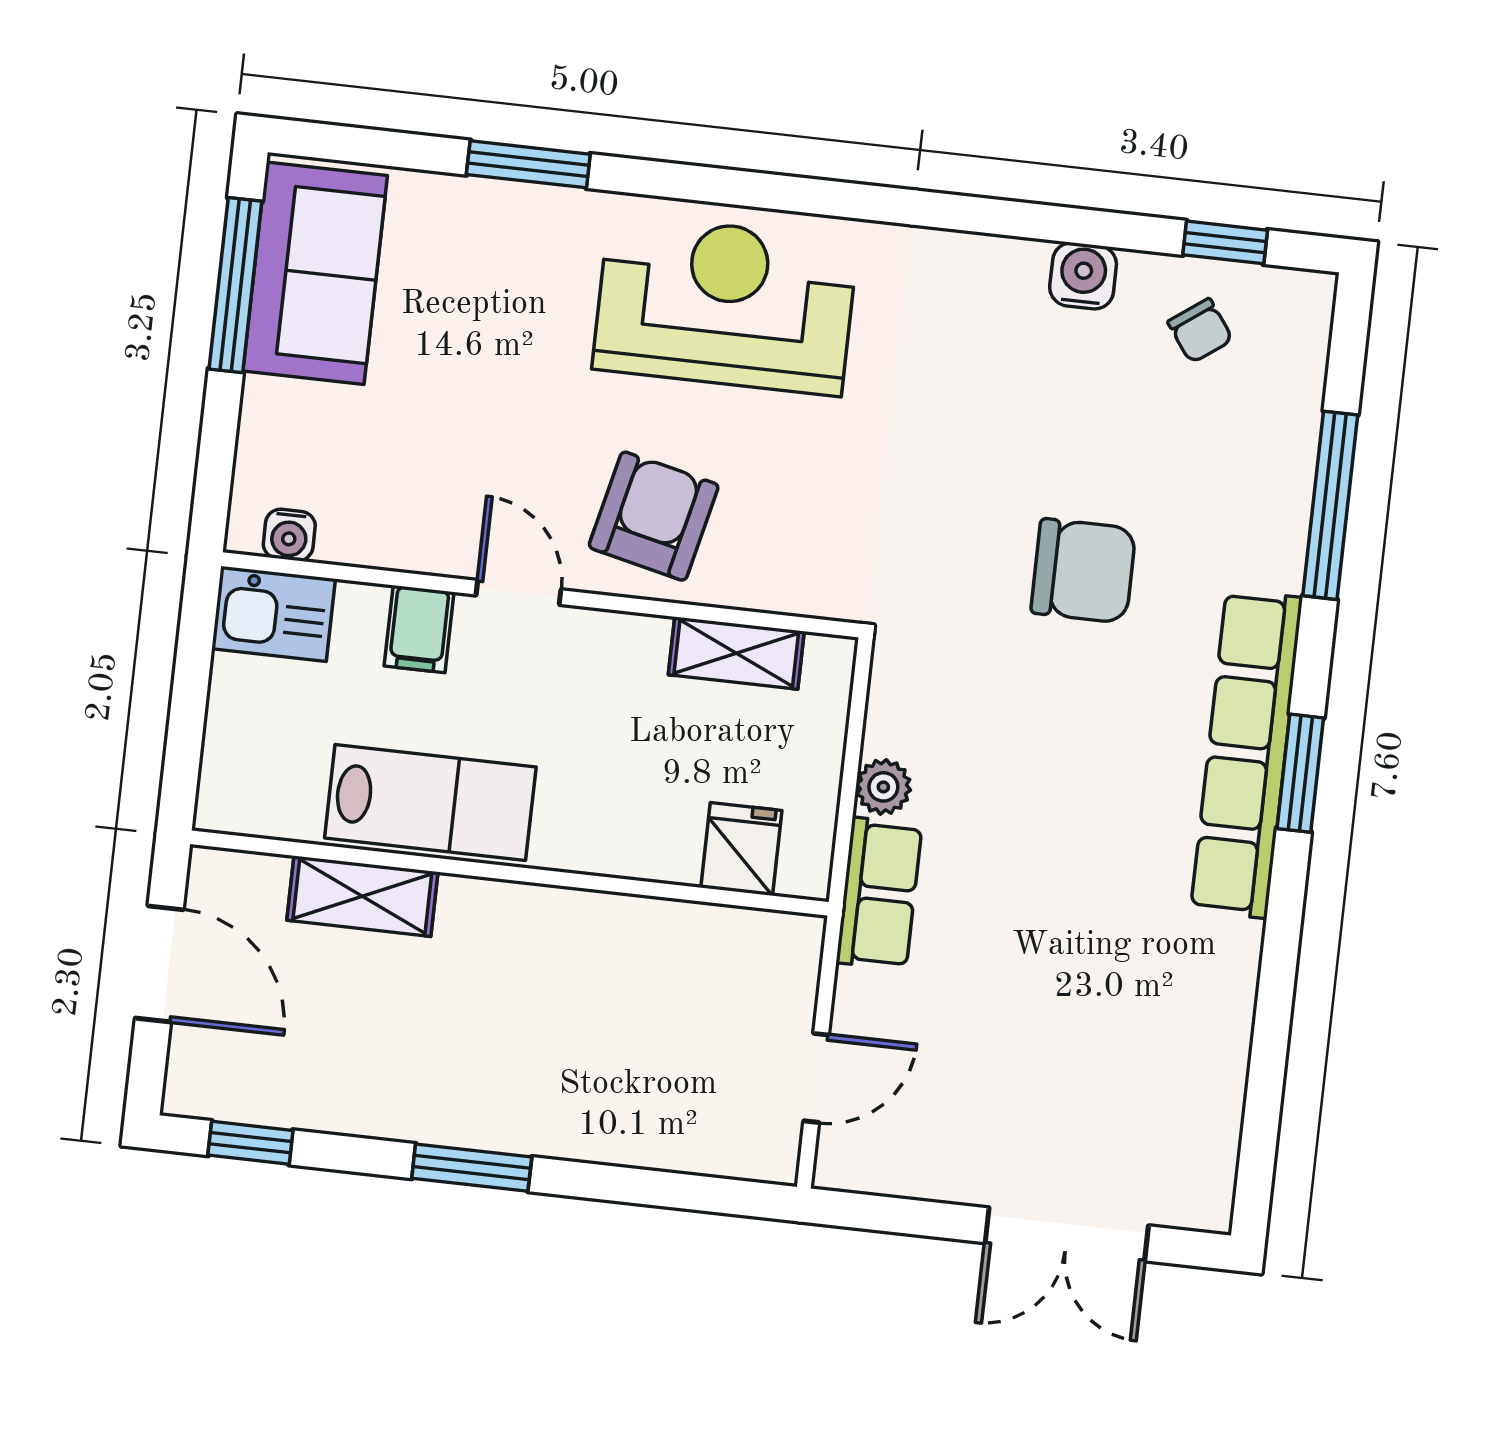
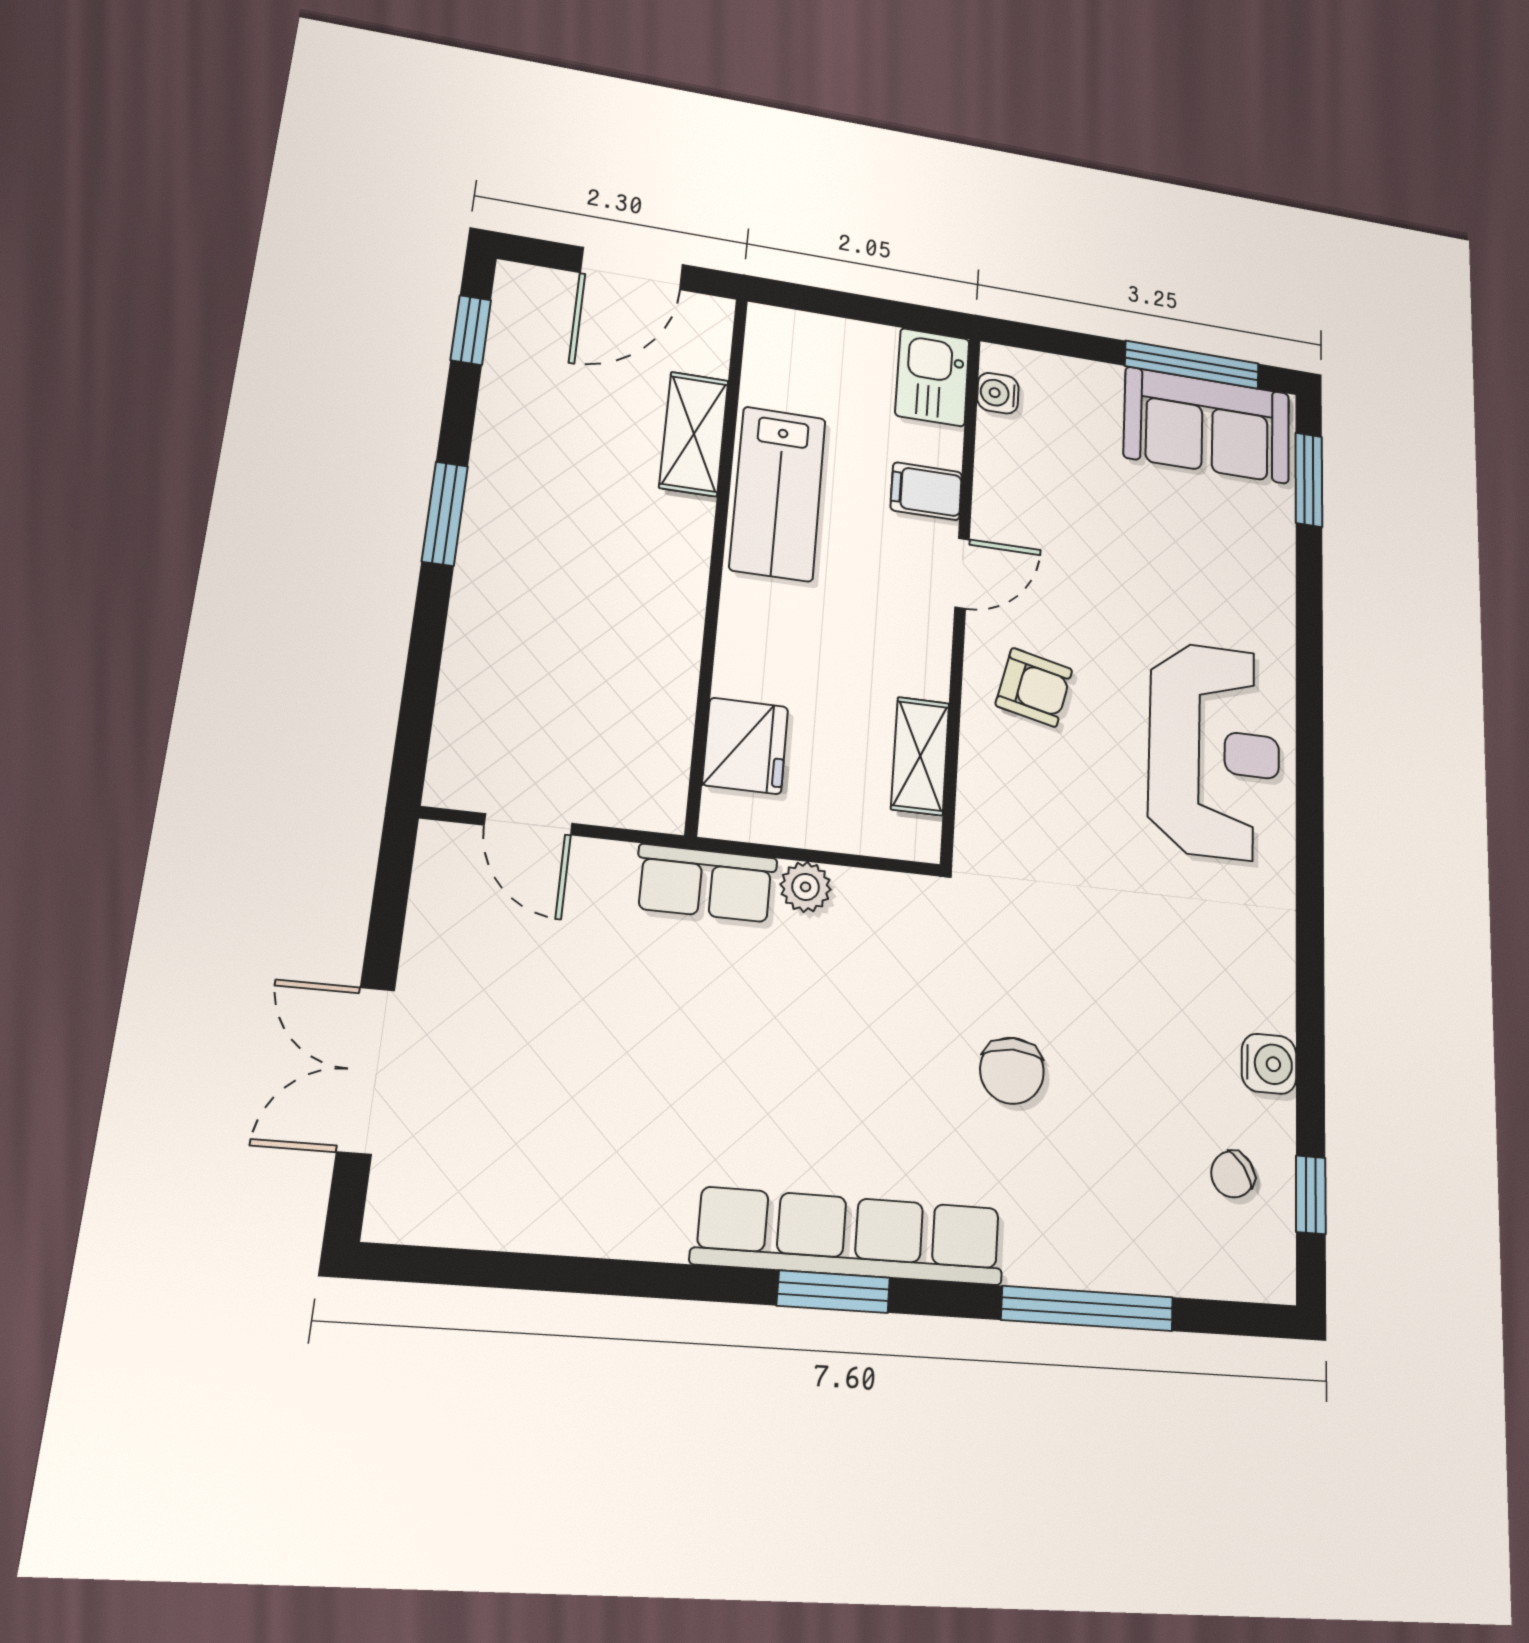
window: (528, 164) -> (1309, 480), moved
armchair: (654, 516) -> (1034, 687), width x0.72, depth x0.72
chair: (1083, 571) -> (1012, 1071), width x0.73, depth x0.73
fridge: (741, 849) -> (745, 746), width x1.38

